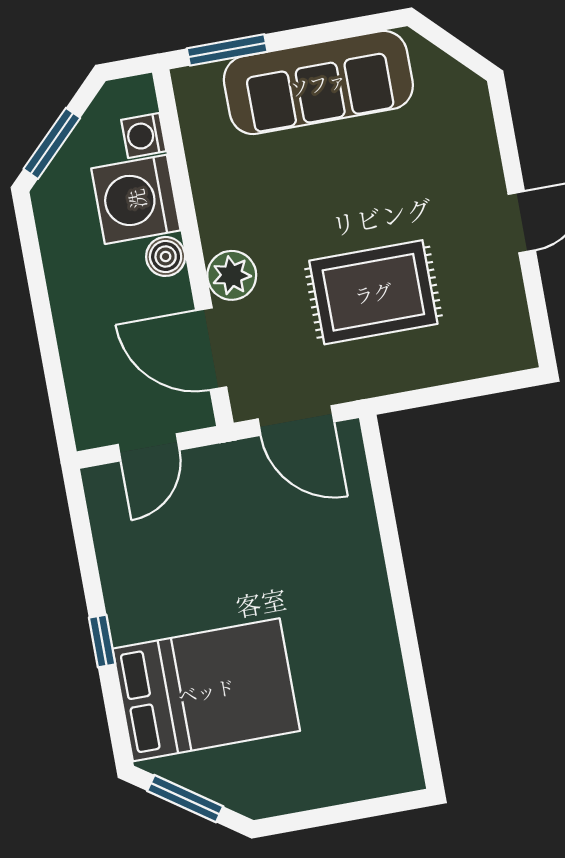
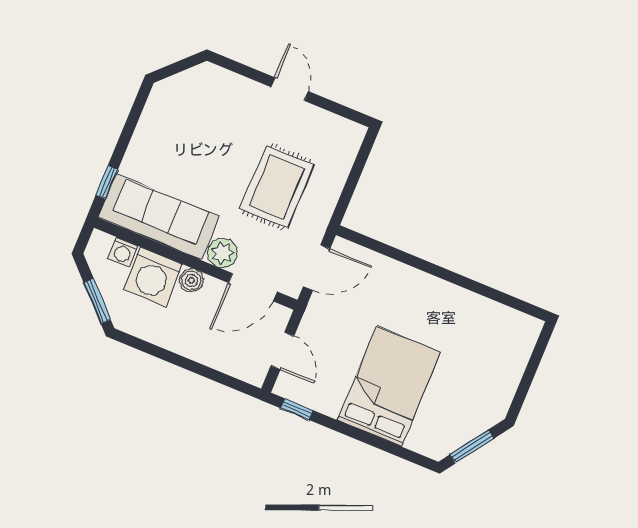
window: (227, 50) -> (107, 182), width x0.67
sofa: (318, 83) -> (159, 217), moved, turned -90
window: (102, 641) -> (297, 409), moved
bed: (206, 690) -> (389, 386), moved

